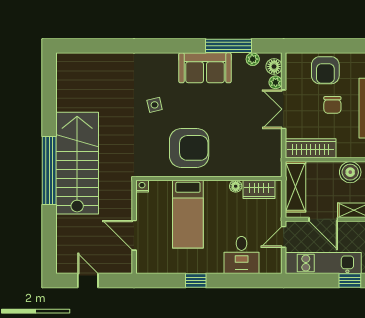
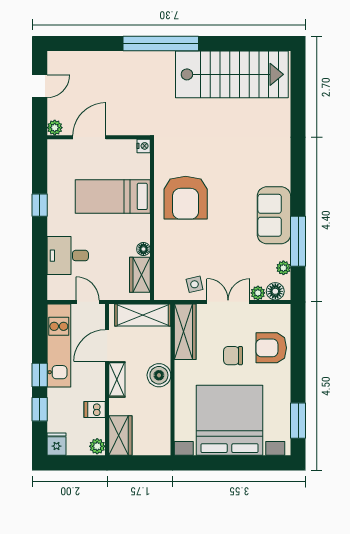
side table: (155, 105) -> (195, 284), moved
stairs: (77, 163) -> (232, 74), moved
plant: (125, 267) -> (55, 128), added

